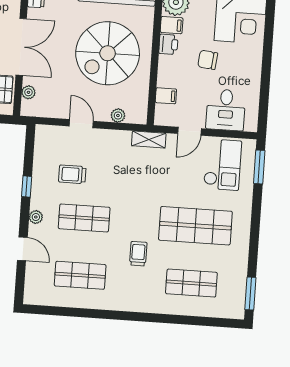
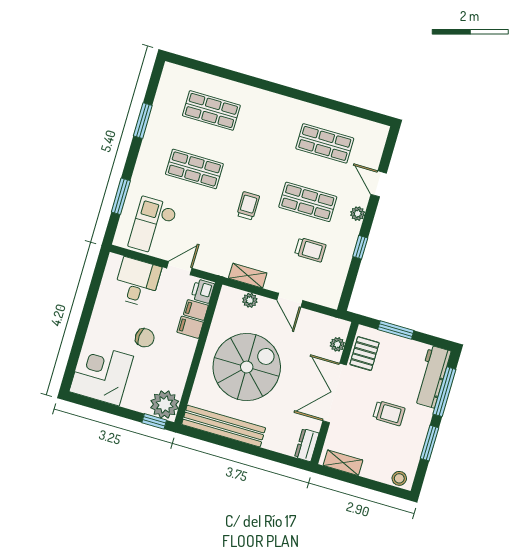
filing cabinet: (172, 25) -> (190, 327), moved
printer: (168, 44) -> (203, 291), moved
shelving: (149, 139) -> (248, 276), moved
window: (259, 167) -> (121, 196), moved
shop shelf: (195, 226) -> (194, 169), width x0.70, depth x0.74
trolley: (138, 254) -> (248, 206), moved, turned 180
window: (250, 294) -> (143, 121), moved

